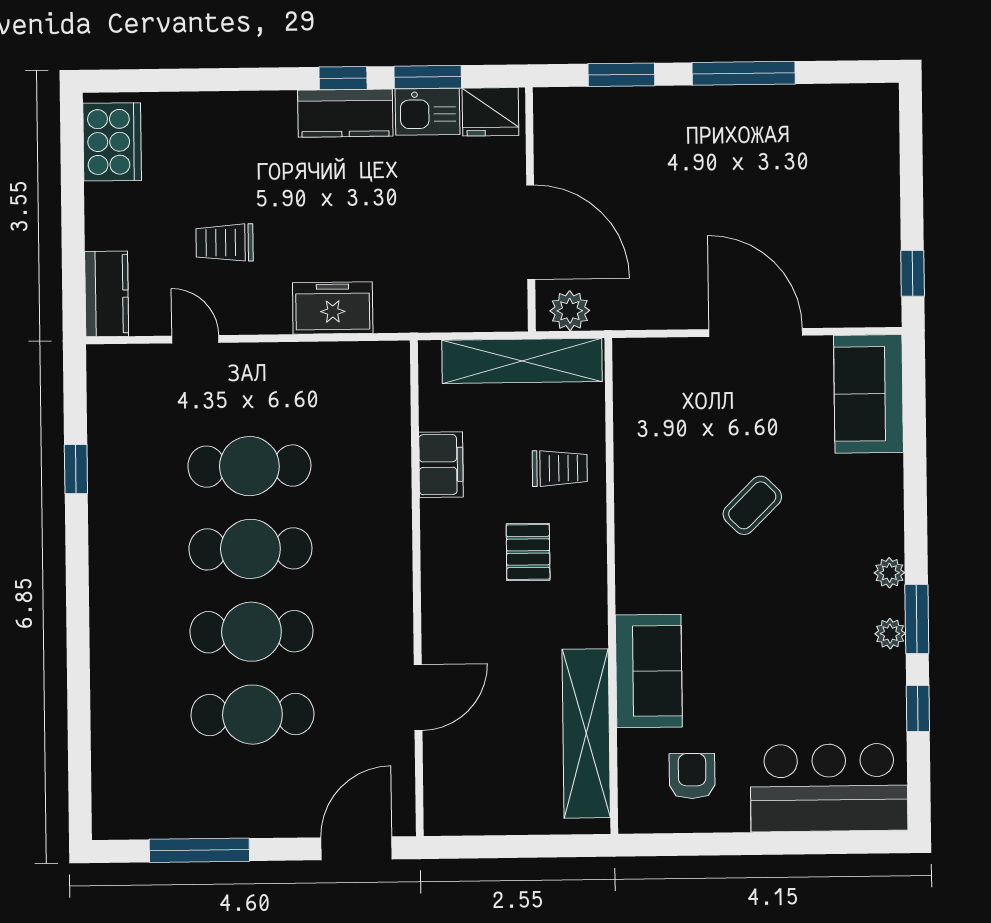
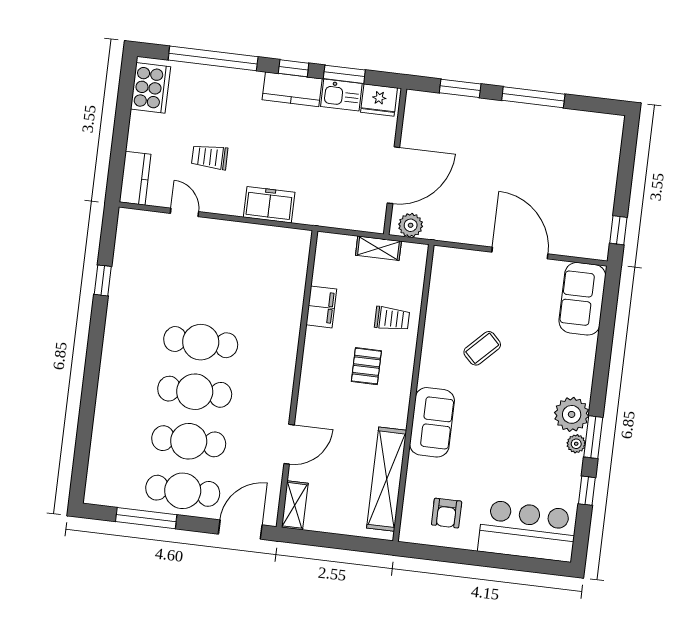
window: (209, 80) -> (213, 58), added
door: (531, 232) -> (393, 175), hinge flipped
shelving: (522, 361) -> (378, 248), width x0.45, depth x0.75
cafe table: (249, 466) -> (183, 491), moved
coffee table: (752, 505) -> (482, 348), moved
plant: (889, 573) -> (572, 414), width x1.87, depth x1.87
sofa: (649, 671) -> (432, 422), moved
armchair: (692, 776) -> (447, 513), turned 180
shelving: (441, 797) -> (295, 505), added

